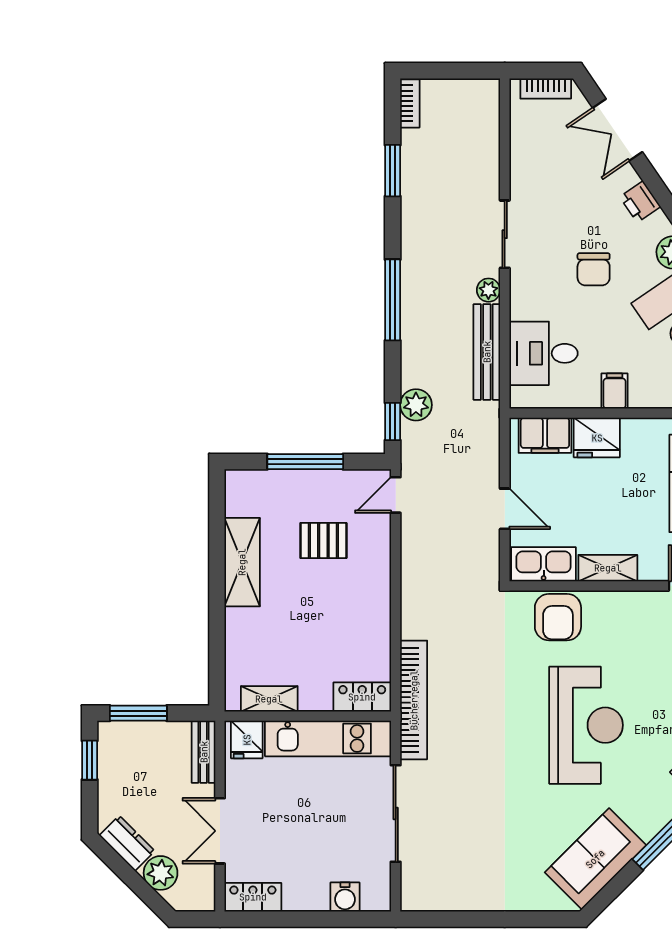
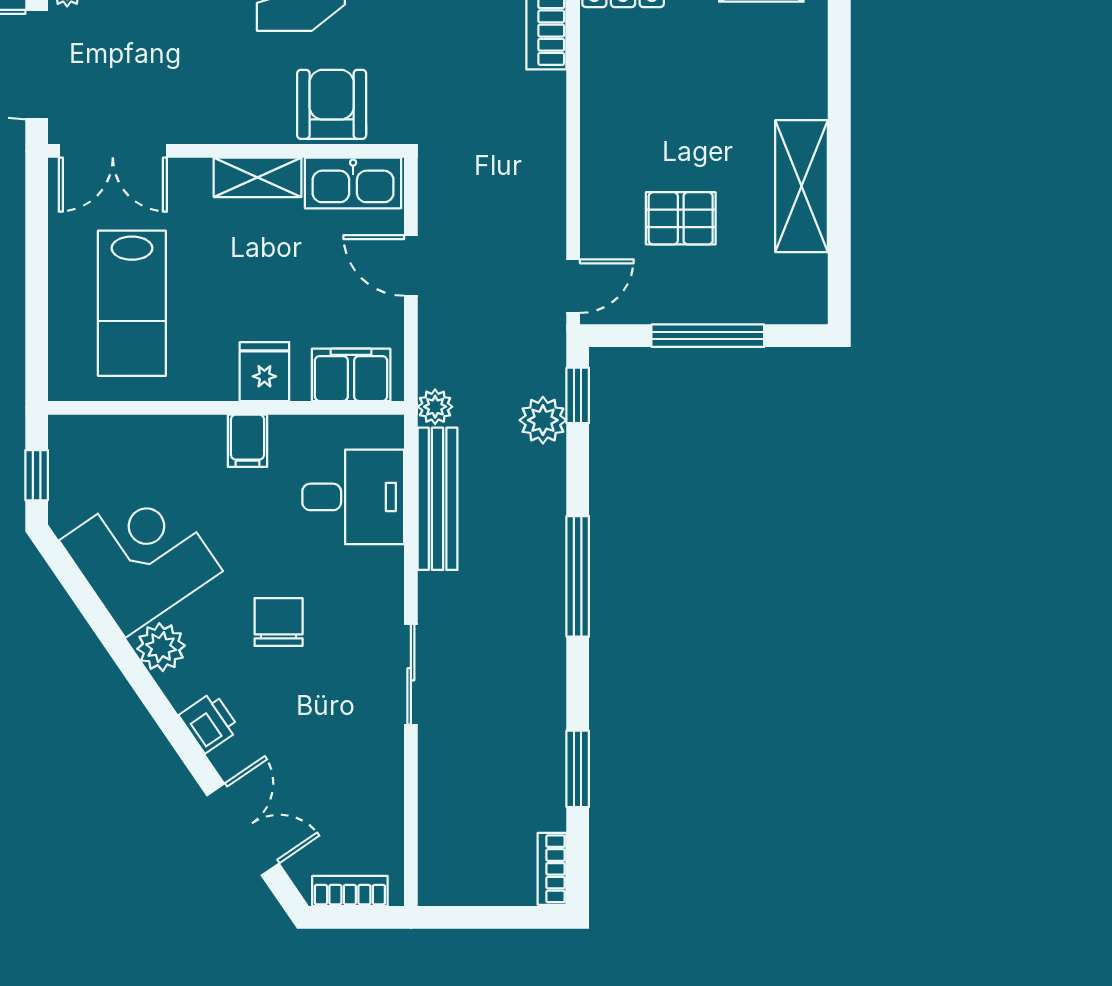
plant: (488, 290) -> (435, 407), moved
fridge: (597, 438) -> (264, 372), width x0.72

